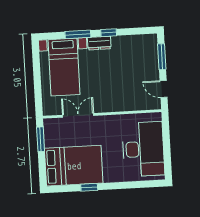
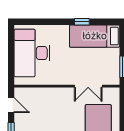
bed: (74, 166) -> (95, 36), width x0.67

